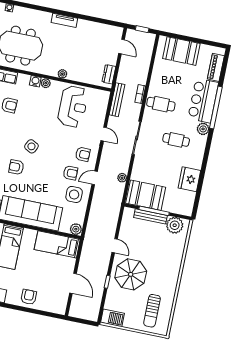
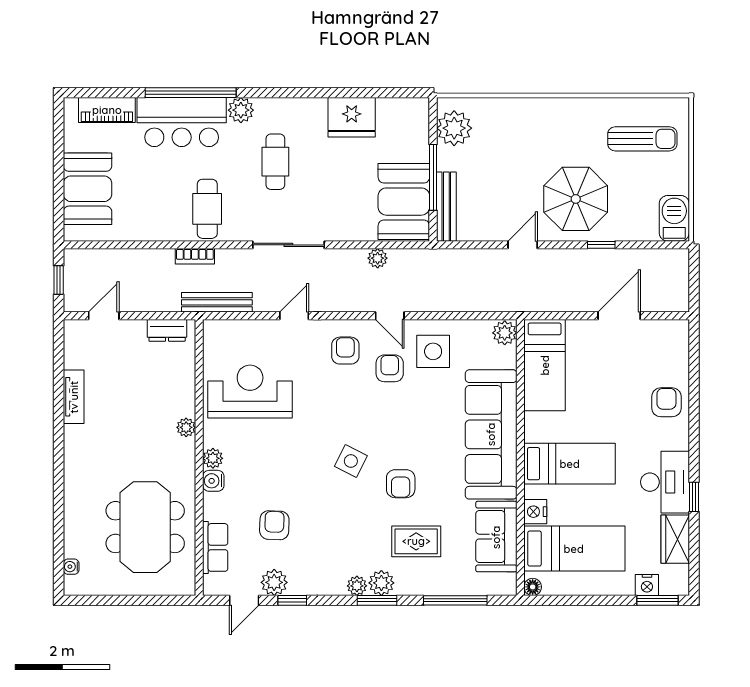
tv unit: (64, 20) -> (74, 397), moved
bench: (150, 216) -> (446, 207), moved
armchair: (29, 297) -> (666, 402), turned 90

